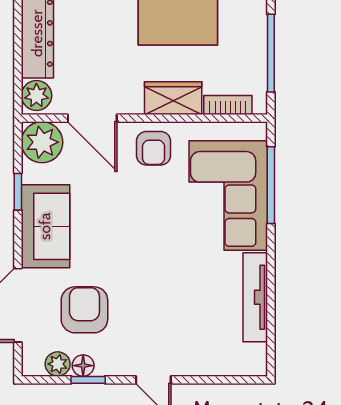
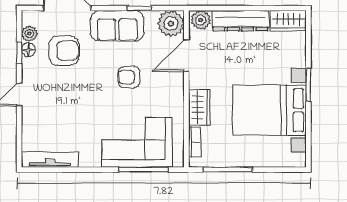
armchair: (154, 148) -> (129, 77), moved
tv unit: (255, 297) -> (50, 160), moved

